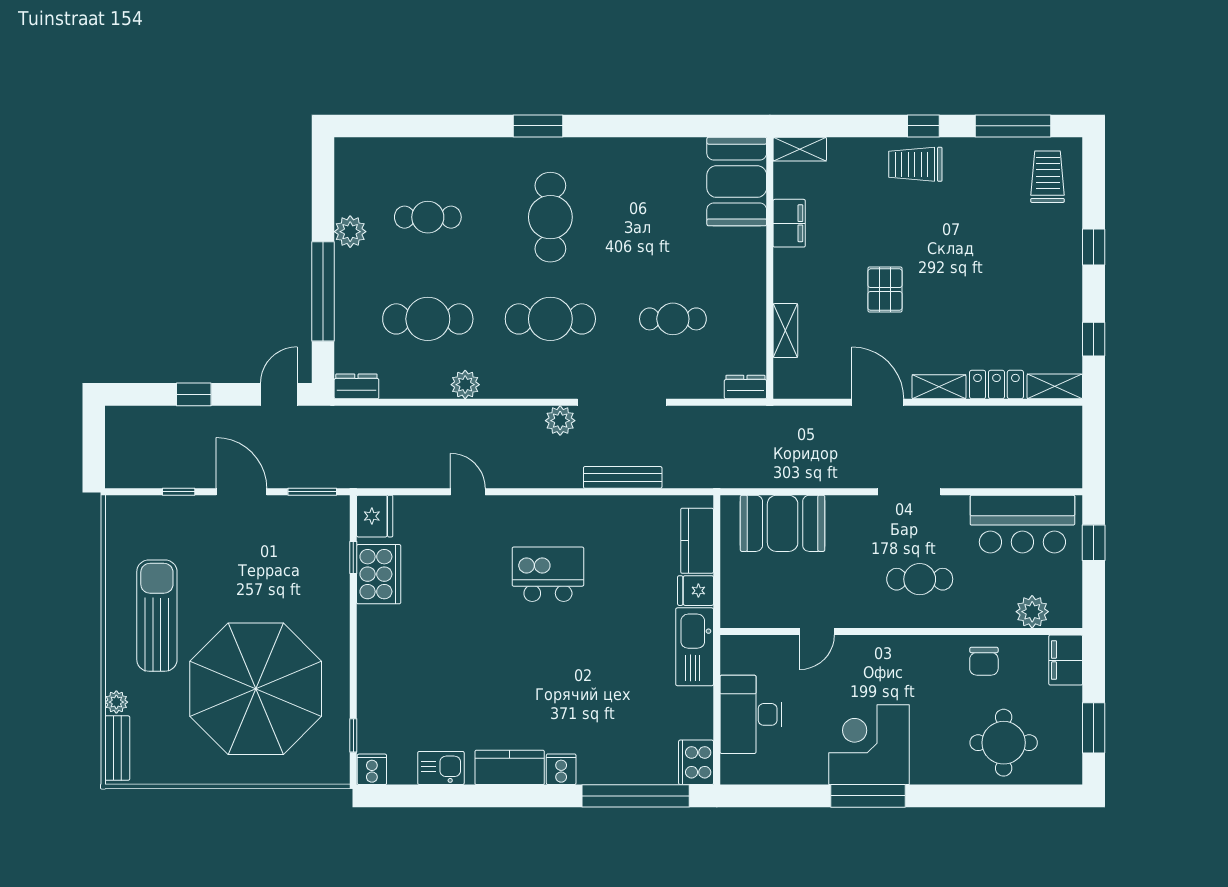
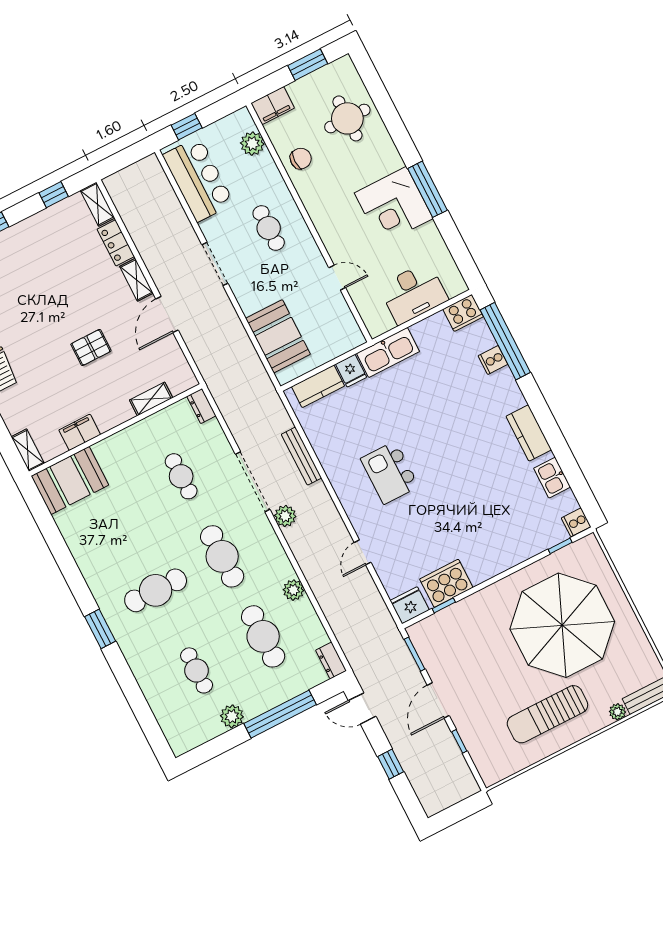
cooker: (561, 769) -> (493, 360), moved

